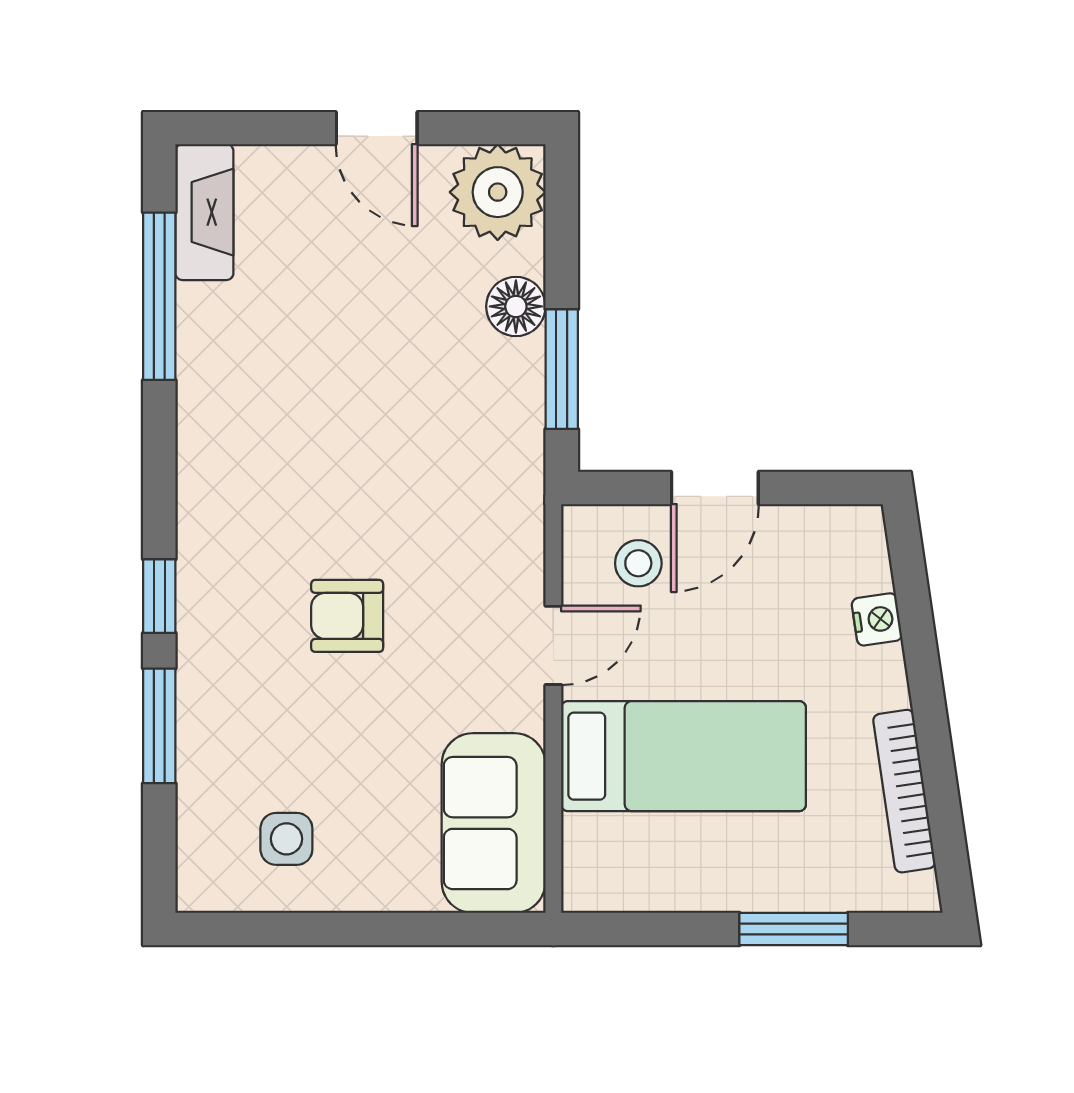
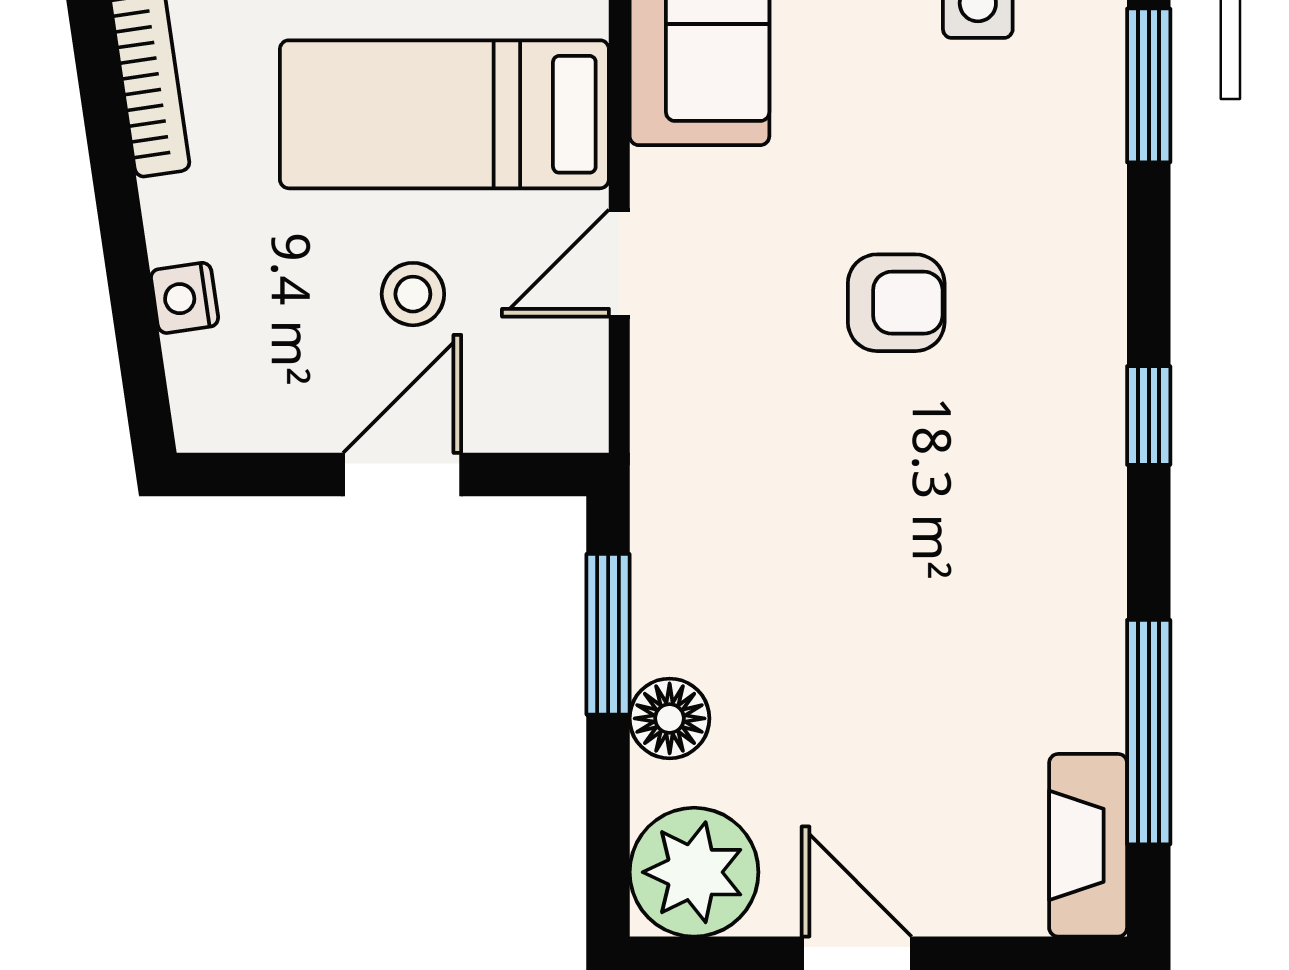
stool: (638, 563) -> (413, 294), moved
window: (159, 596) -> (1149, 415), moved
window: (159, 726) -> (1149, 85), moved

